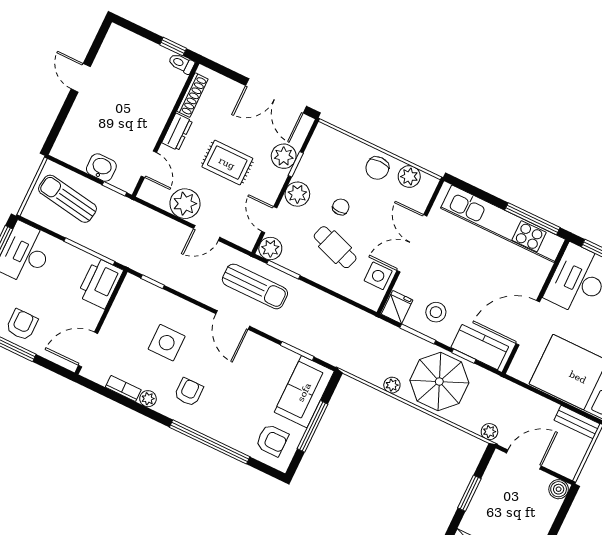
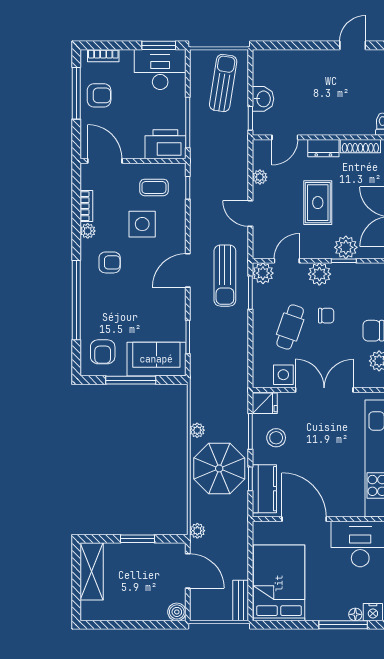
door: (81, 78) -> (353, 45), moved
plant: (185, 204) -> (260, 177), width x0.53, depth x0.53
coffee table: (137, 314) -> (154, 187), added

